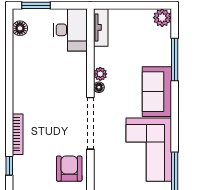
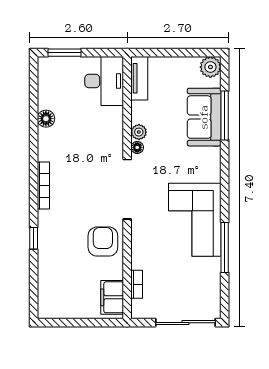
floor lamp: (20, 28) -> (46, 119), moved
sofa: (157, 92) -> (204, 117), moved
bookcase: (18, 134) -> (43, 186), moved

